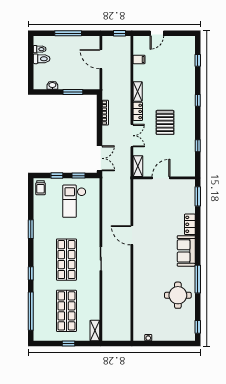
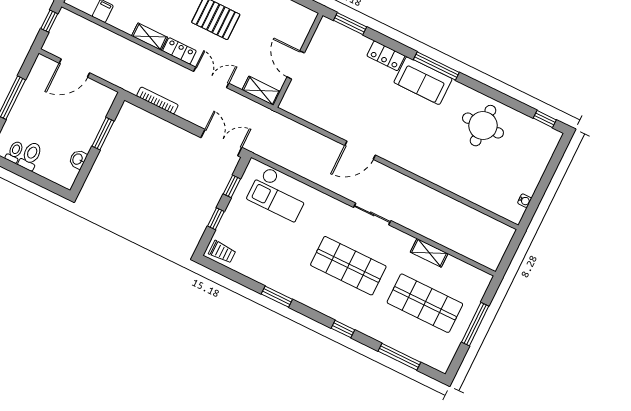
checkout: (74, 201) -> (279, 194), moved
window: (198, 279) -> (436, 66), moved
window: (31, 311) -> (399, 357), width x0.68
shelving: (95, 331) -> (429, 253), moved
window: (68, 344) -> (475, 324), width x2.17

